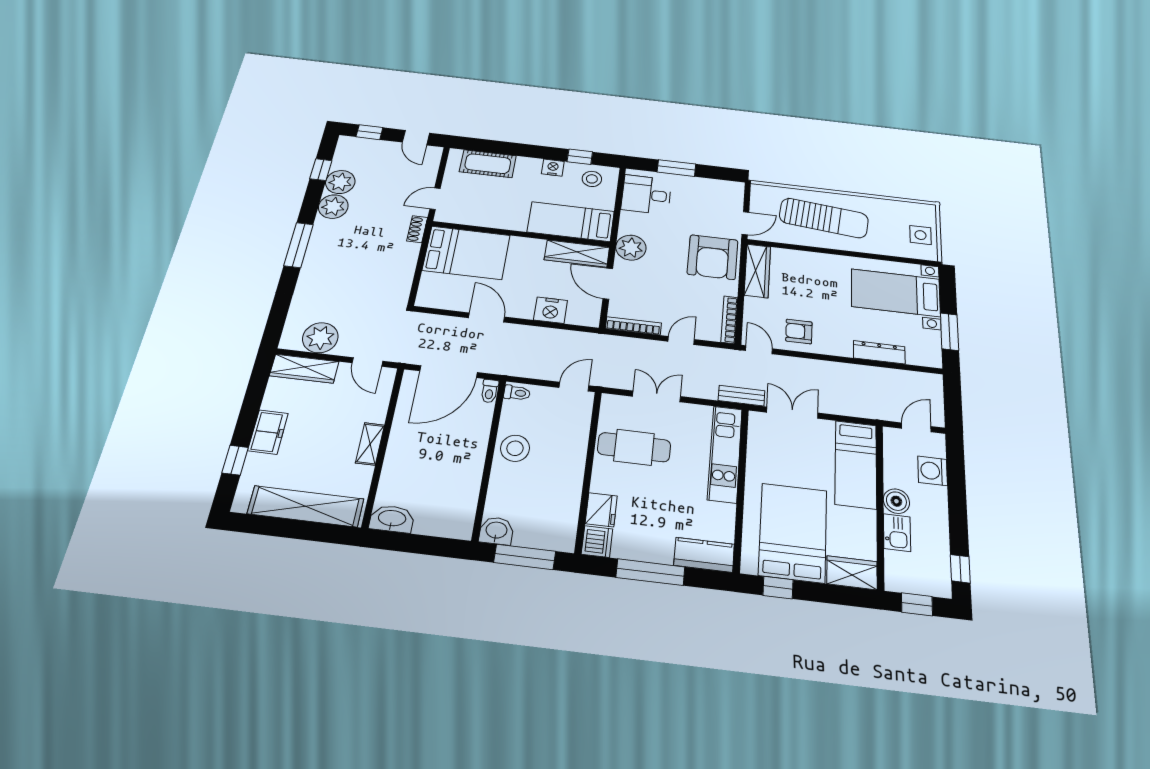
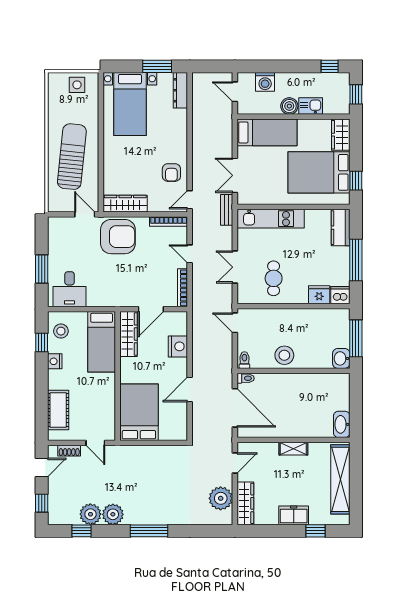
shoe rack: (417, 229) -> (69, 451), moved
plant: (631, 248) -> (118, 296), removed
dresser: (879, 352) -> (180, 90), moved
cafe table: (634, 447) -> (274, 278), width x0.73, depth x0.74

